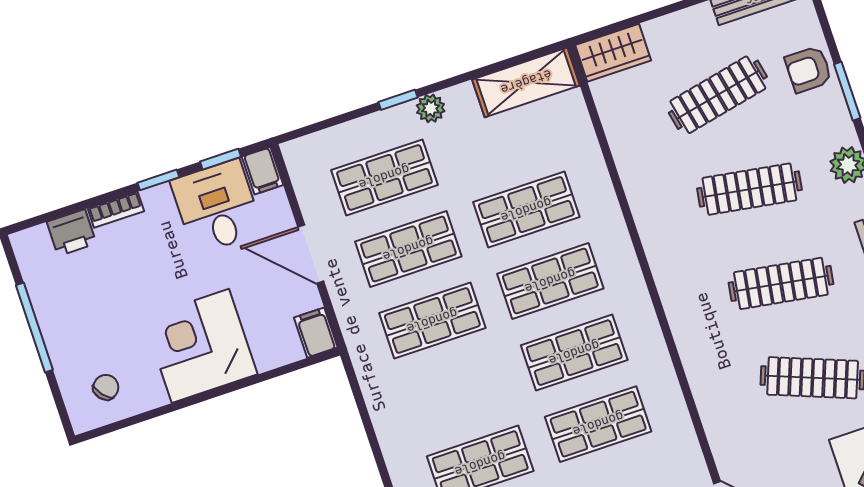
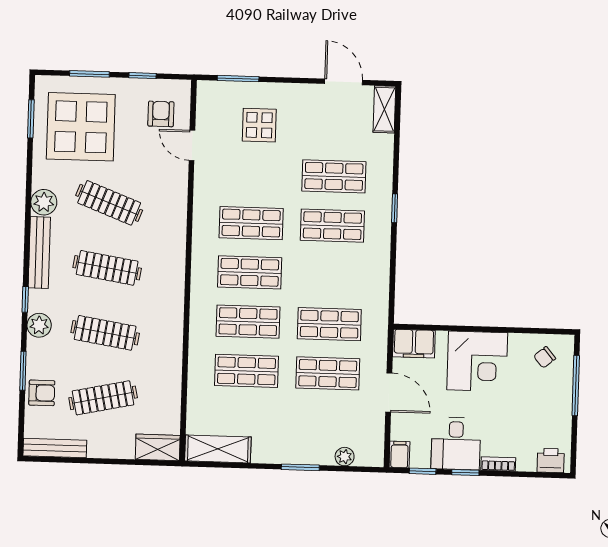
window: (398, 100) -> (300, 467), width x1.50
plant: (431, 108) -> (345, 457), moved
shop shelf: (384, 177) -> (326, 423), removed
desk: (217, 207) -> (456, 444), moved
printer: (72, 233) -> (551, 460), moved
window: (34, 328) -> (576, 386), moved
filing cabinet: (316, 333) -> (414, 344), width x2.00

